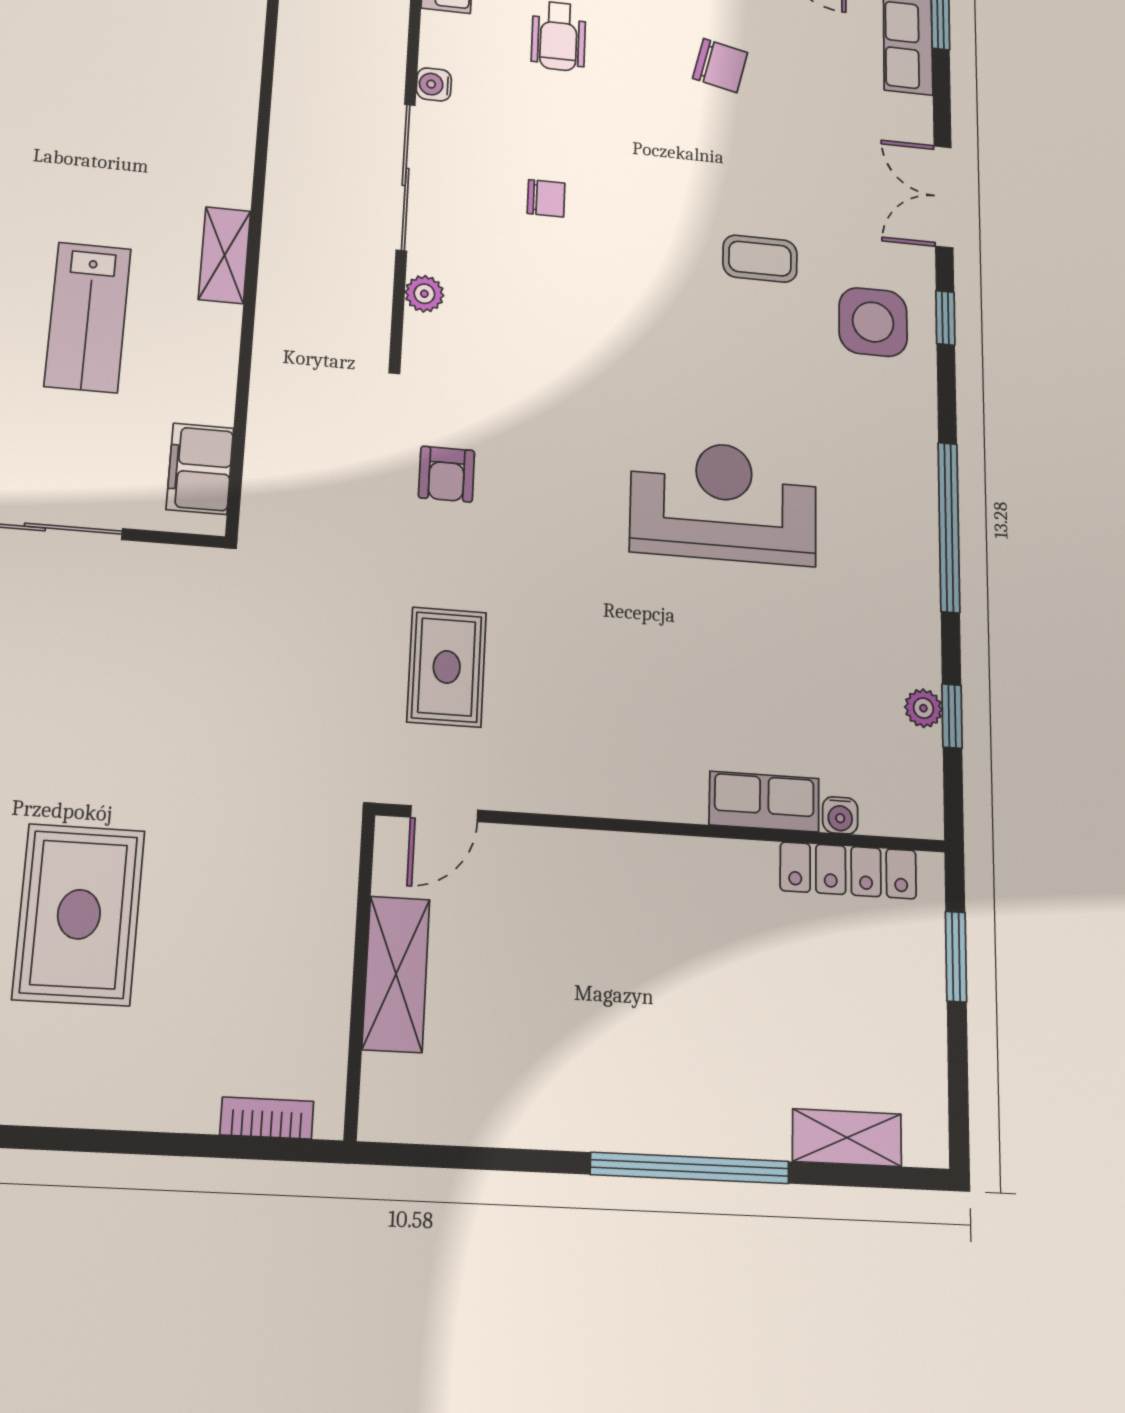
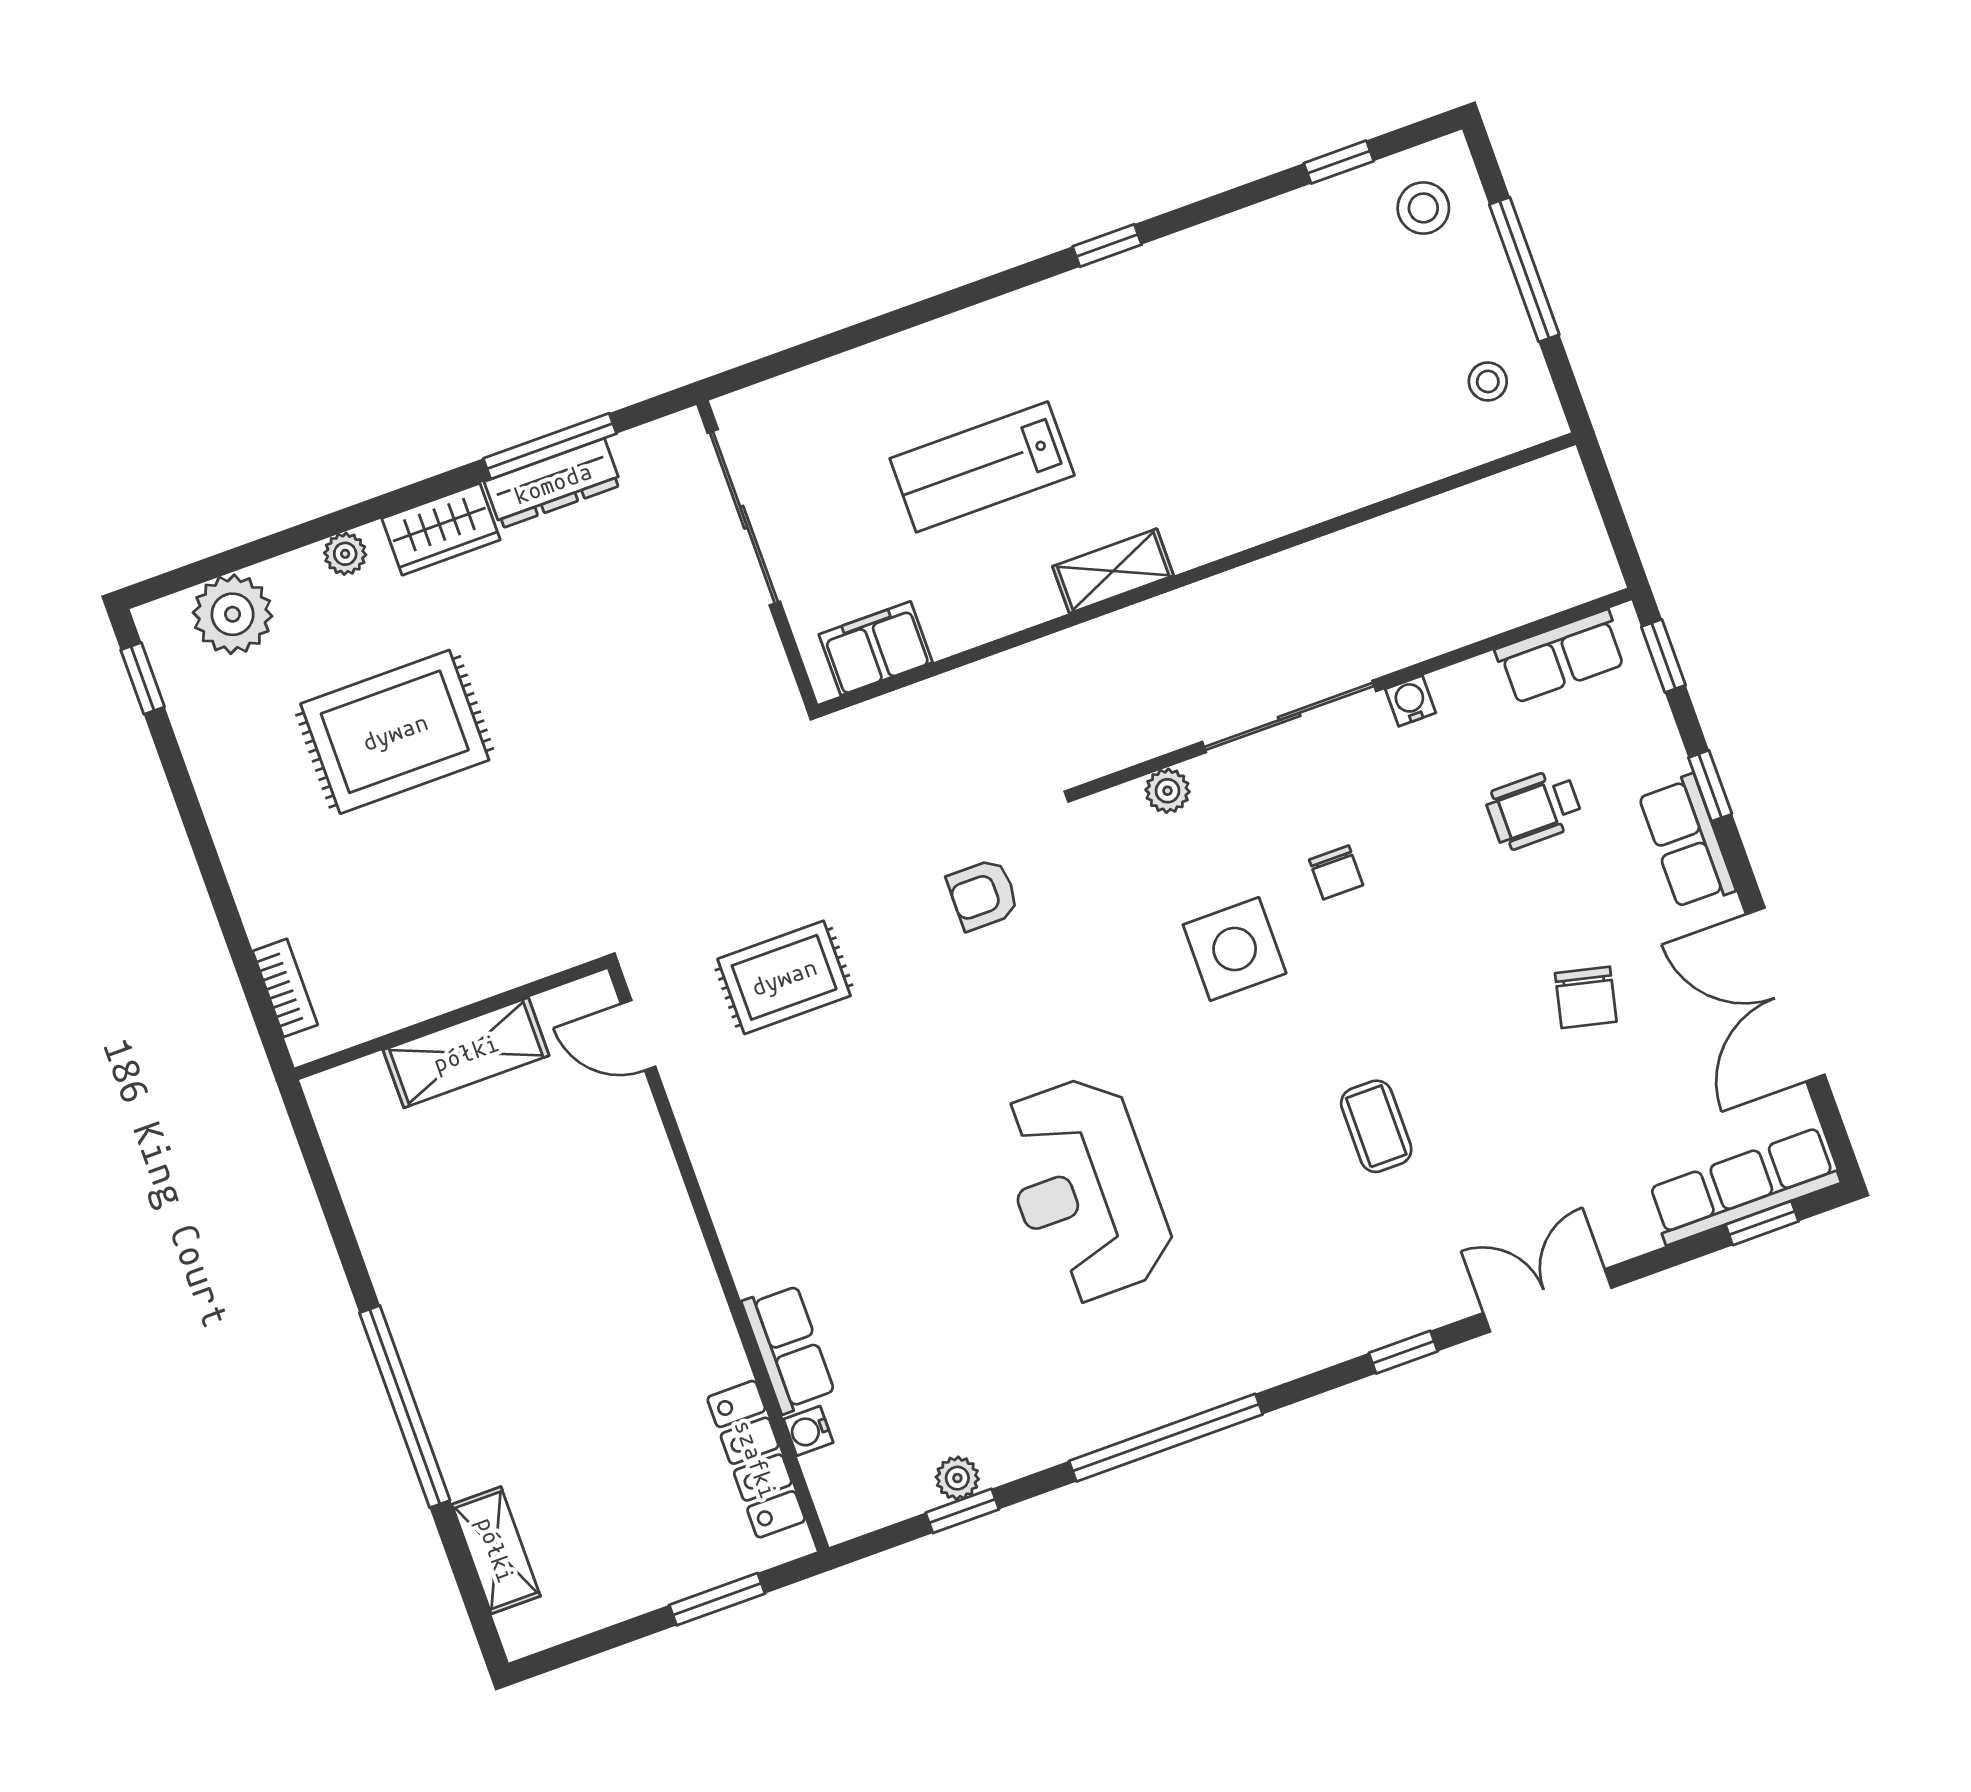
side table: (873, 322) -> (1235, 949), moved
reception desk: (724, 502) -> (1084, 1190), turned 180

